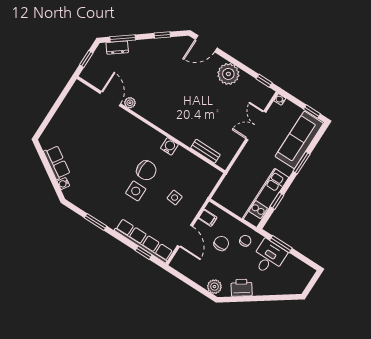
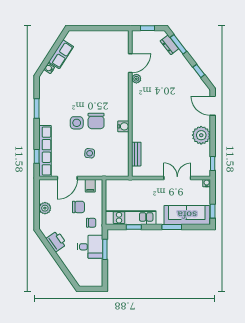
plant: (214, 287) -> (45, 208), moved

